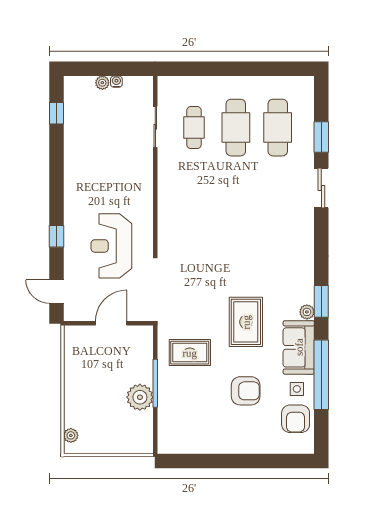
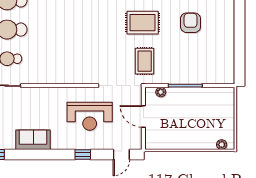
sofa: (78, 165) -> (33, 140), added
rug: (190, 353) -> (145, 61), moved
plant: (140, 397) -> (161, 92), moved, width x0.53, depth x0.53

